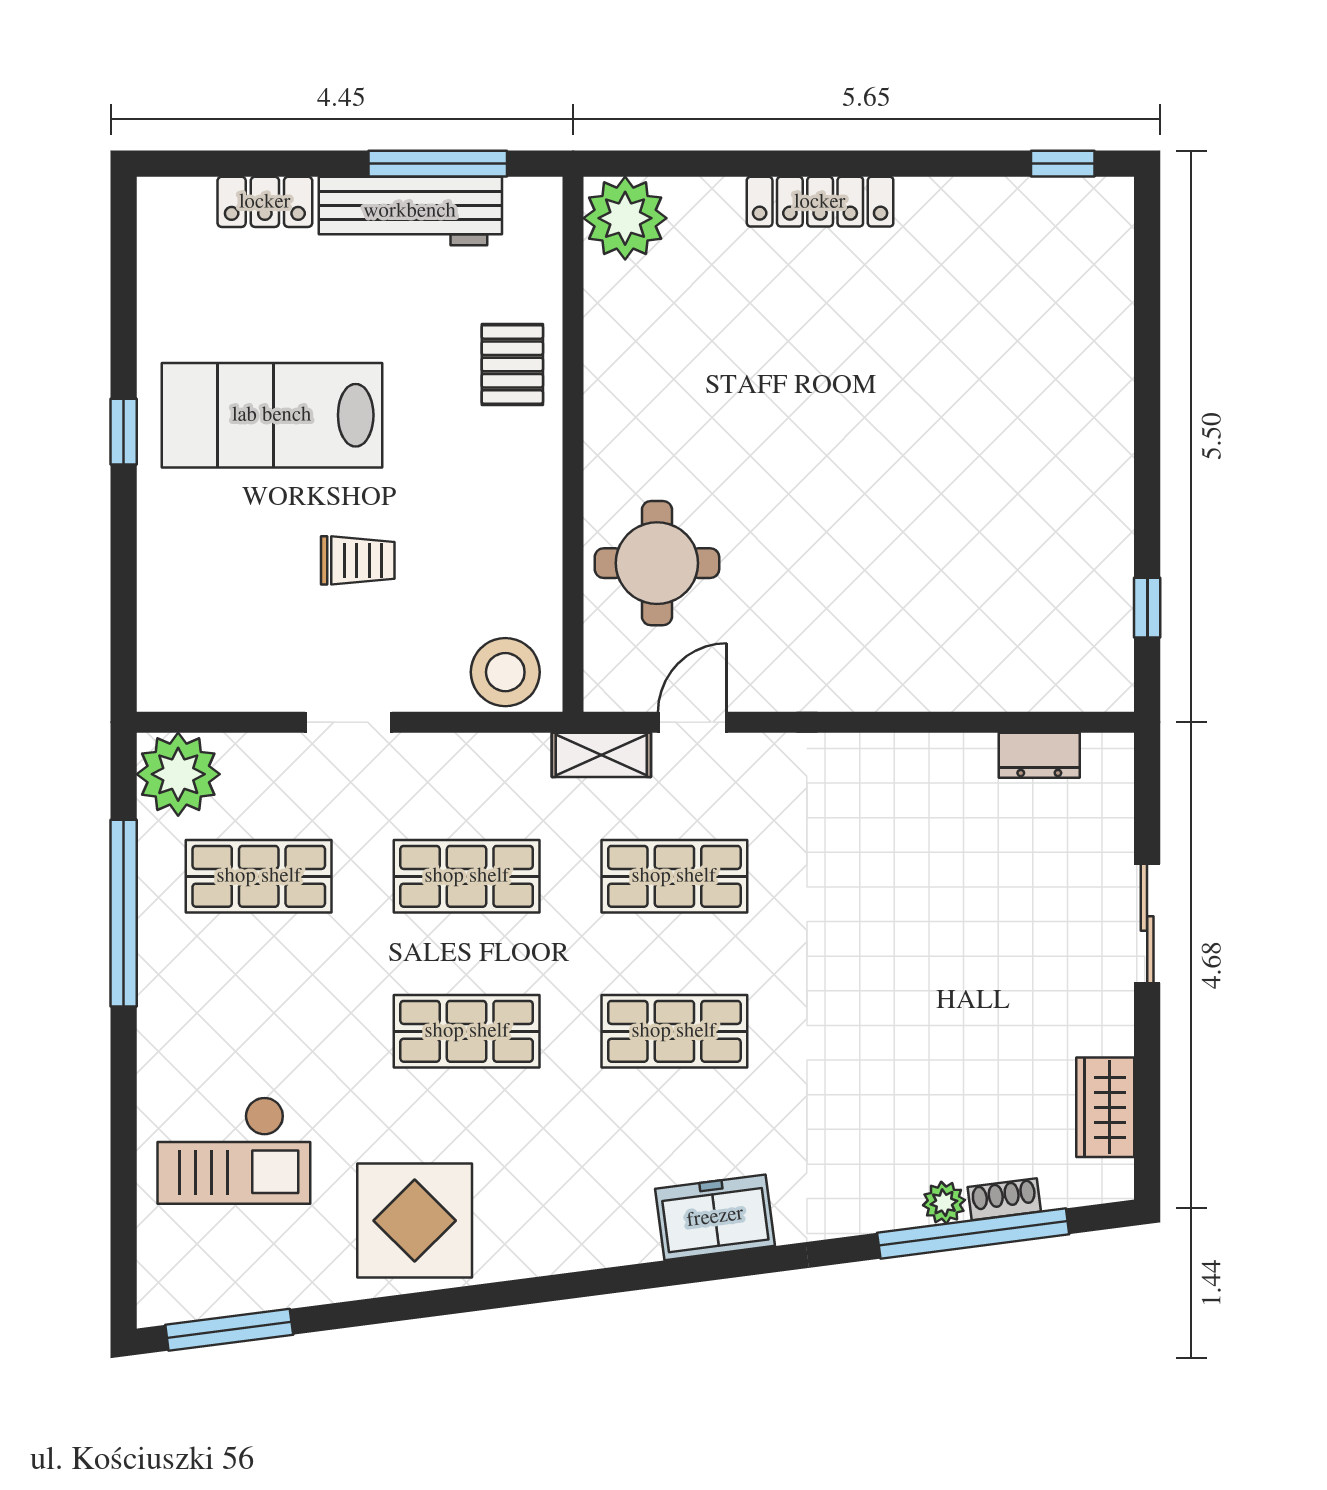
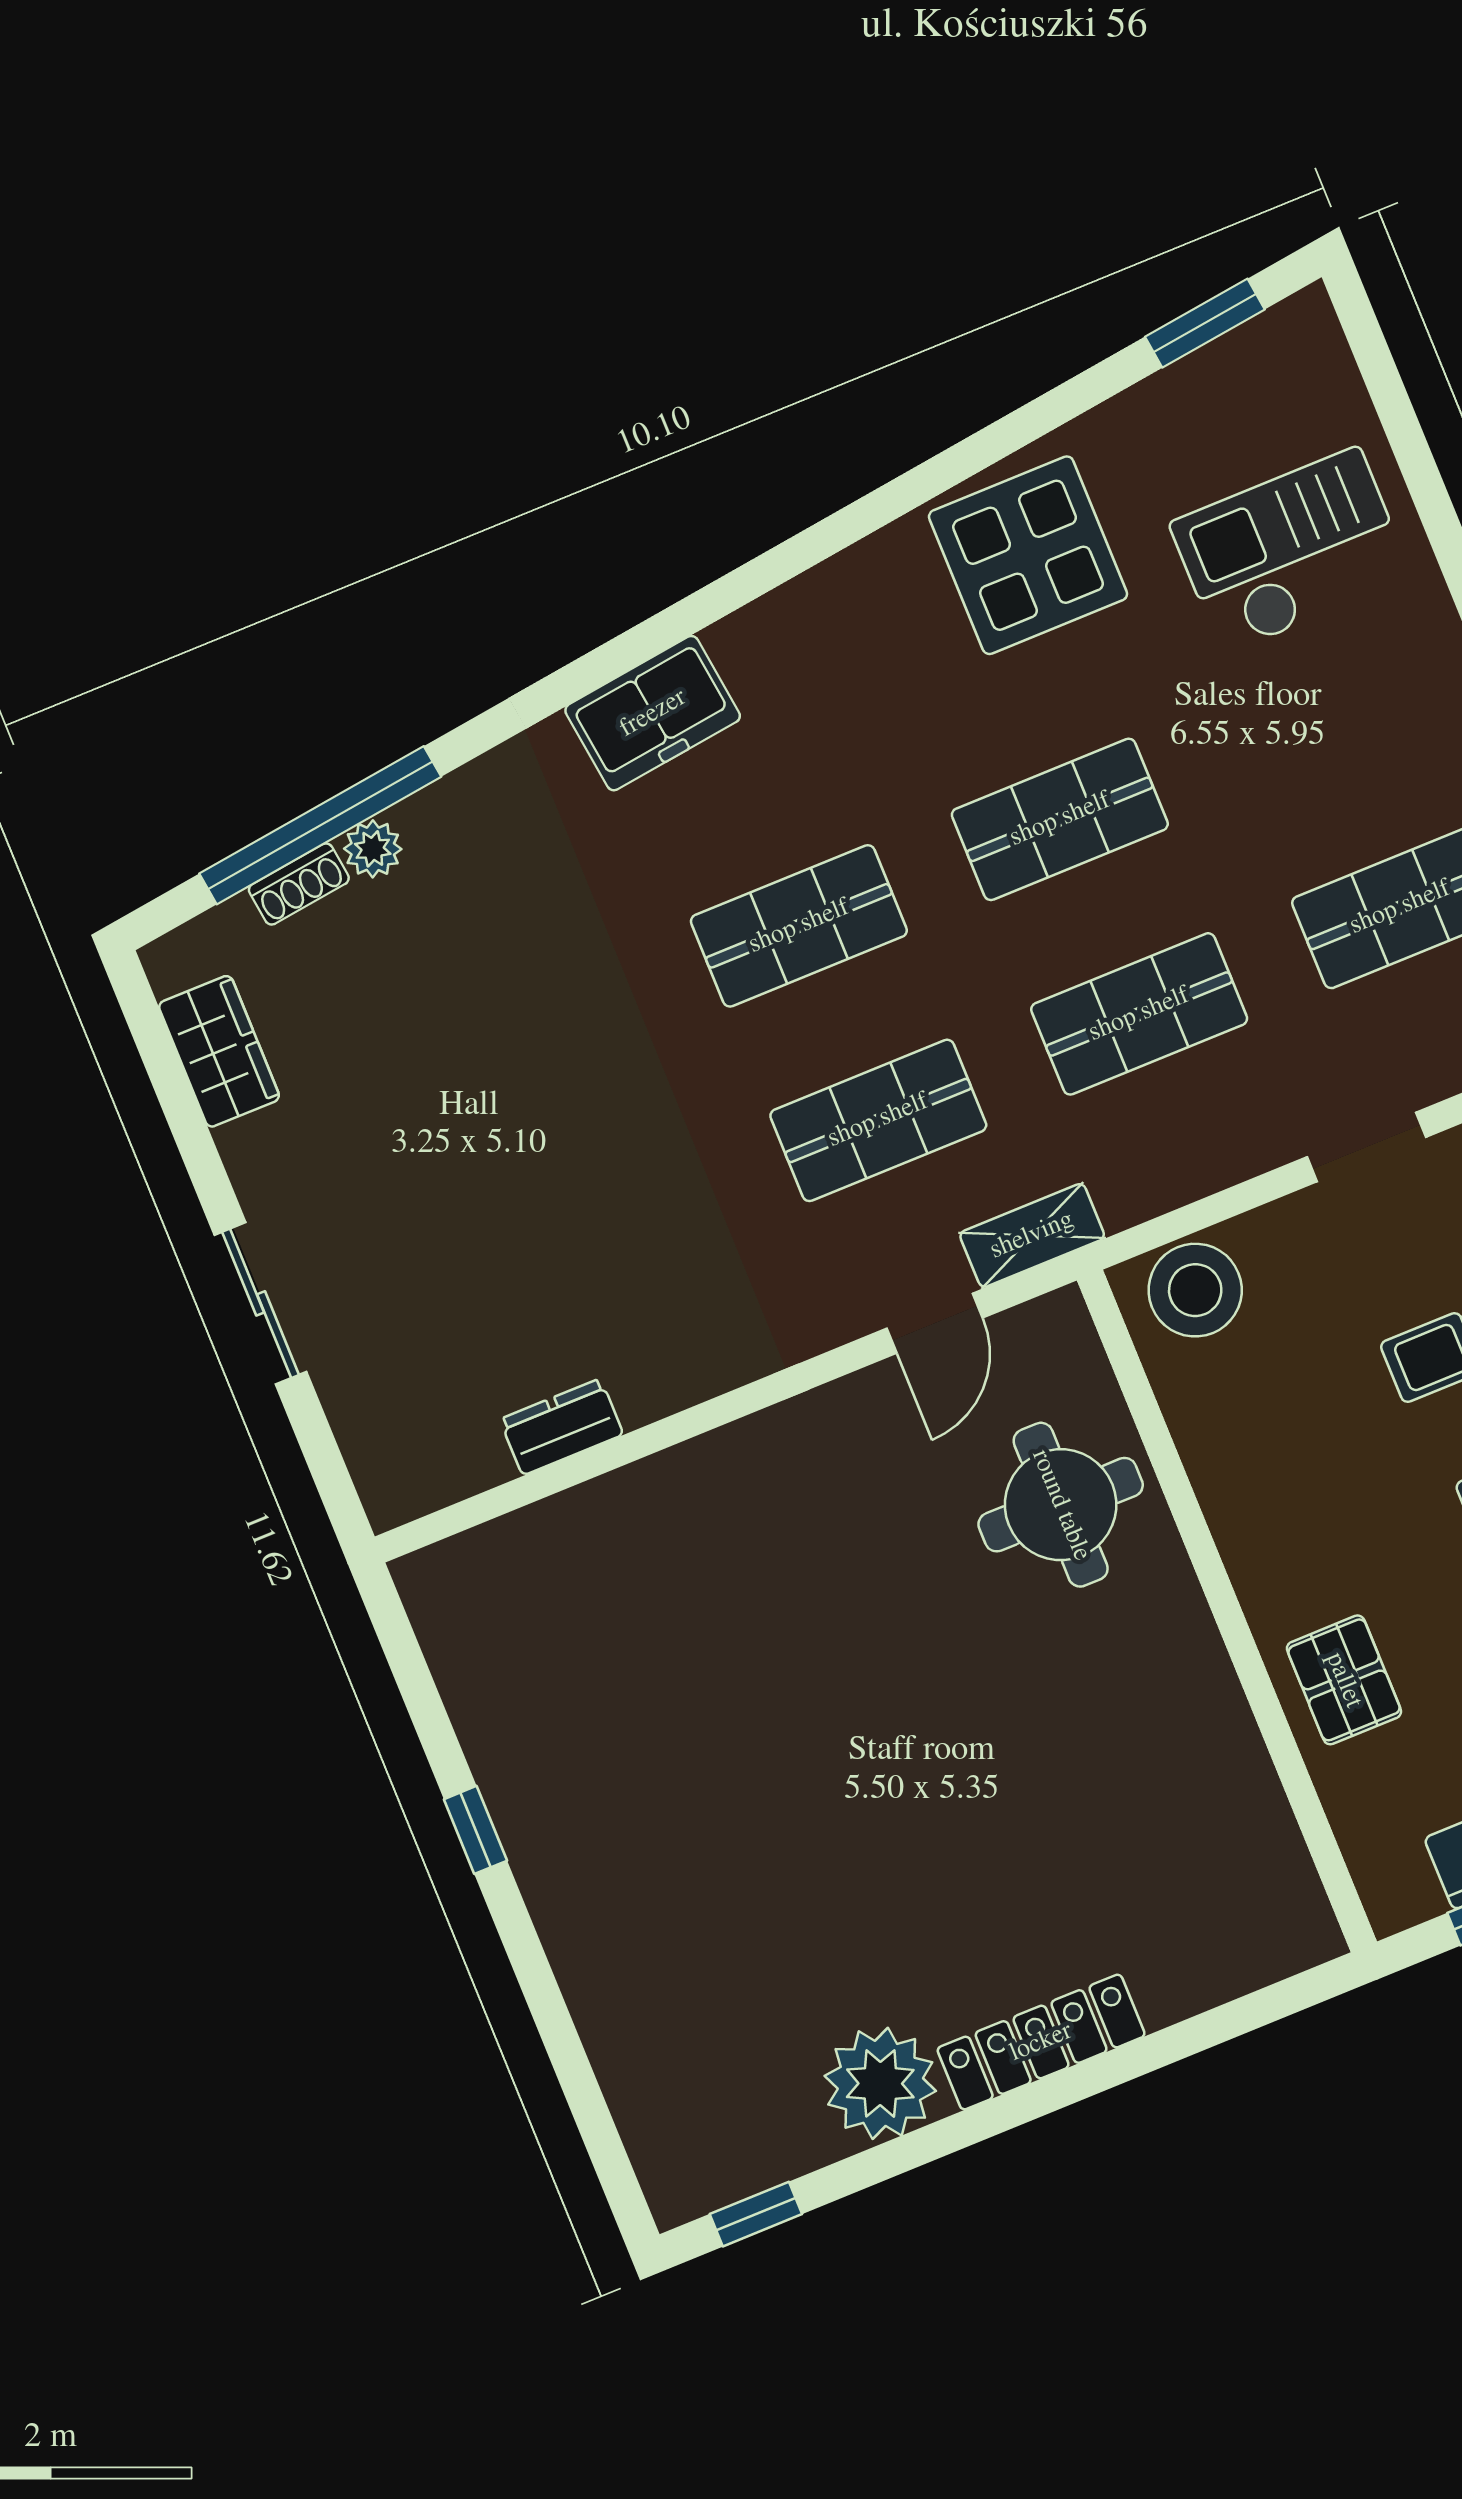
plant: (625, 218) -> (880, 2083), moved
window: (1147, 608) -> (475, 1830), moved
dresser: (1039, 755) -> (562, 1427), moved
window: (229, 1330) -> (1205, 323), width x0.69

